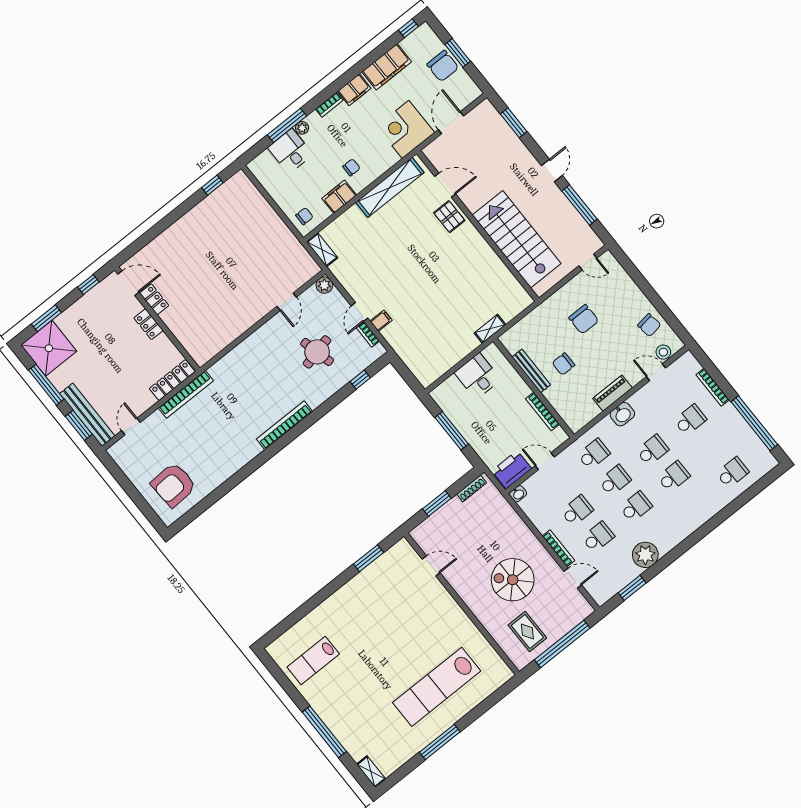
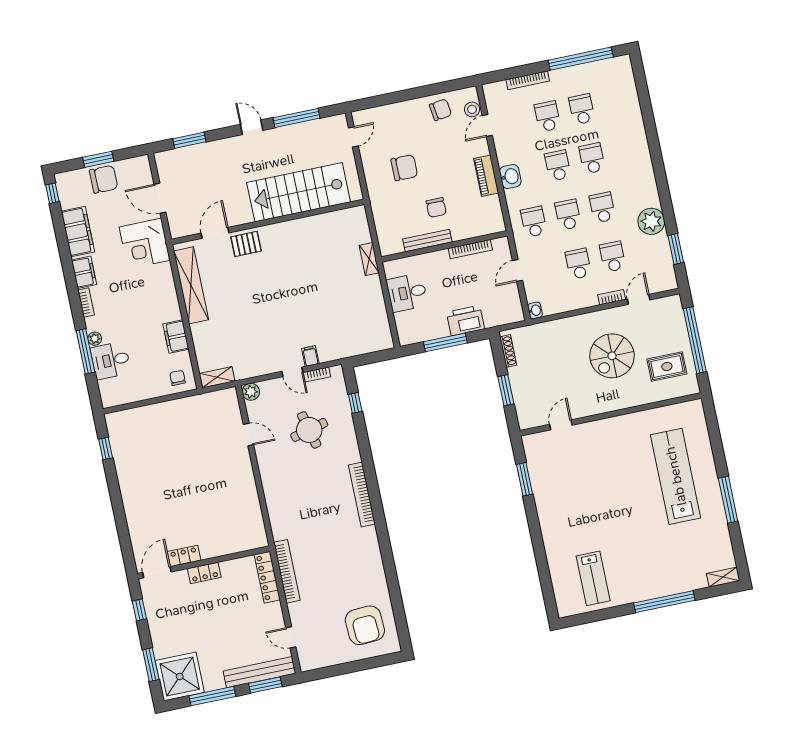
chair: (351, 167) -> (155, 311), removed
printer: (512, 470) -> (465, 321), moved, turned 90
school desk: (732, 473) -> (582, 109), moved
bookcase: (558, 548) -> (612, 297), width x0.64
lab bench: (437, 687) -> (676, 476), turned 180

